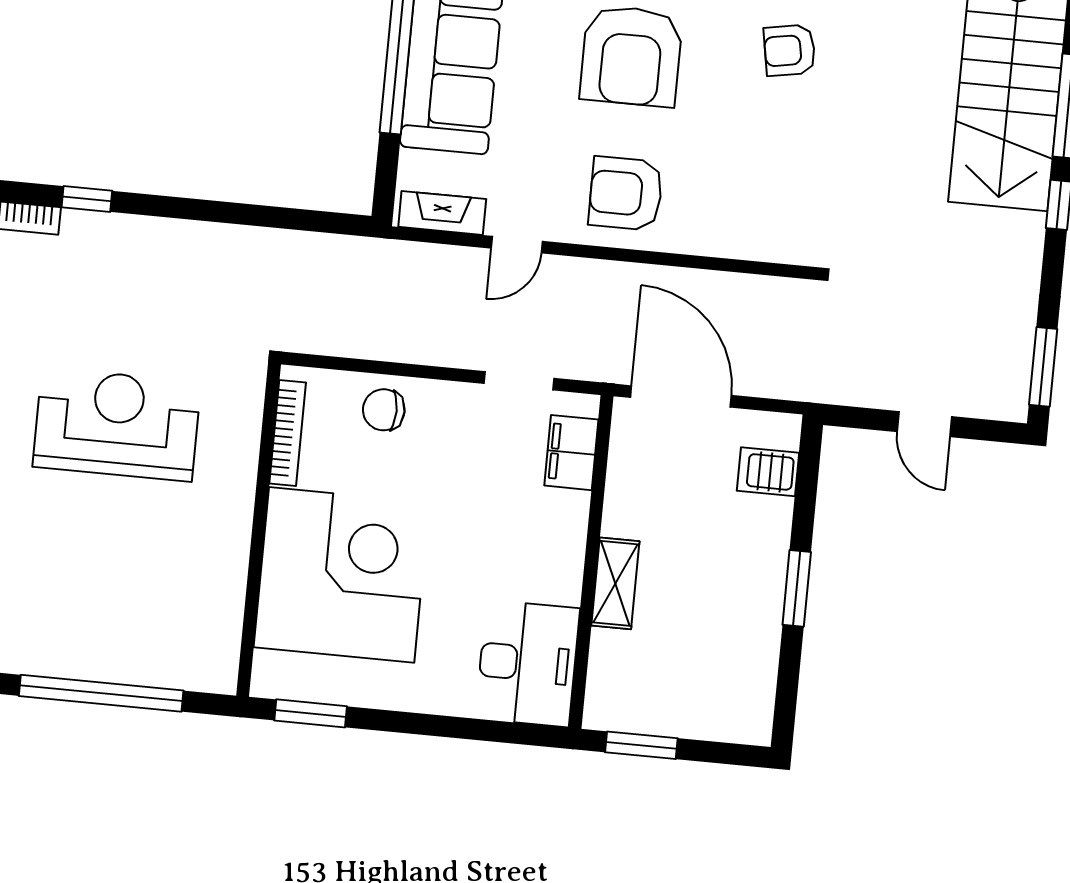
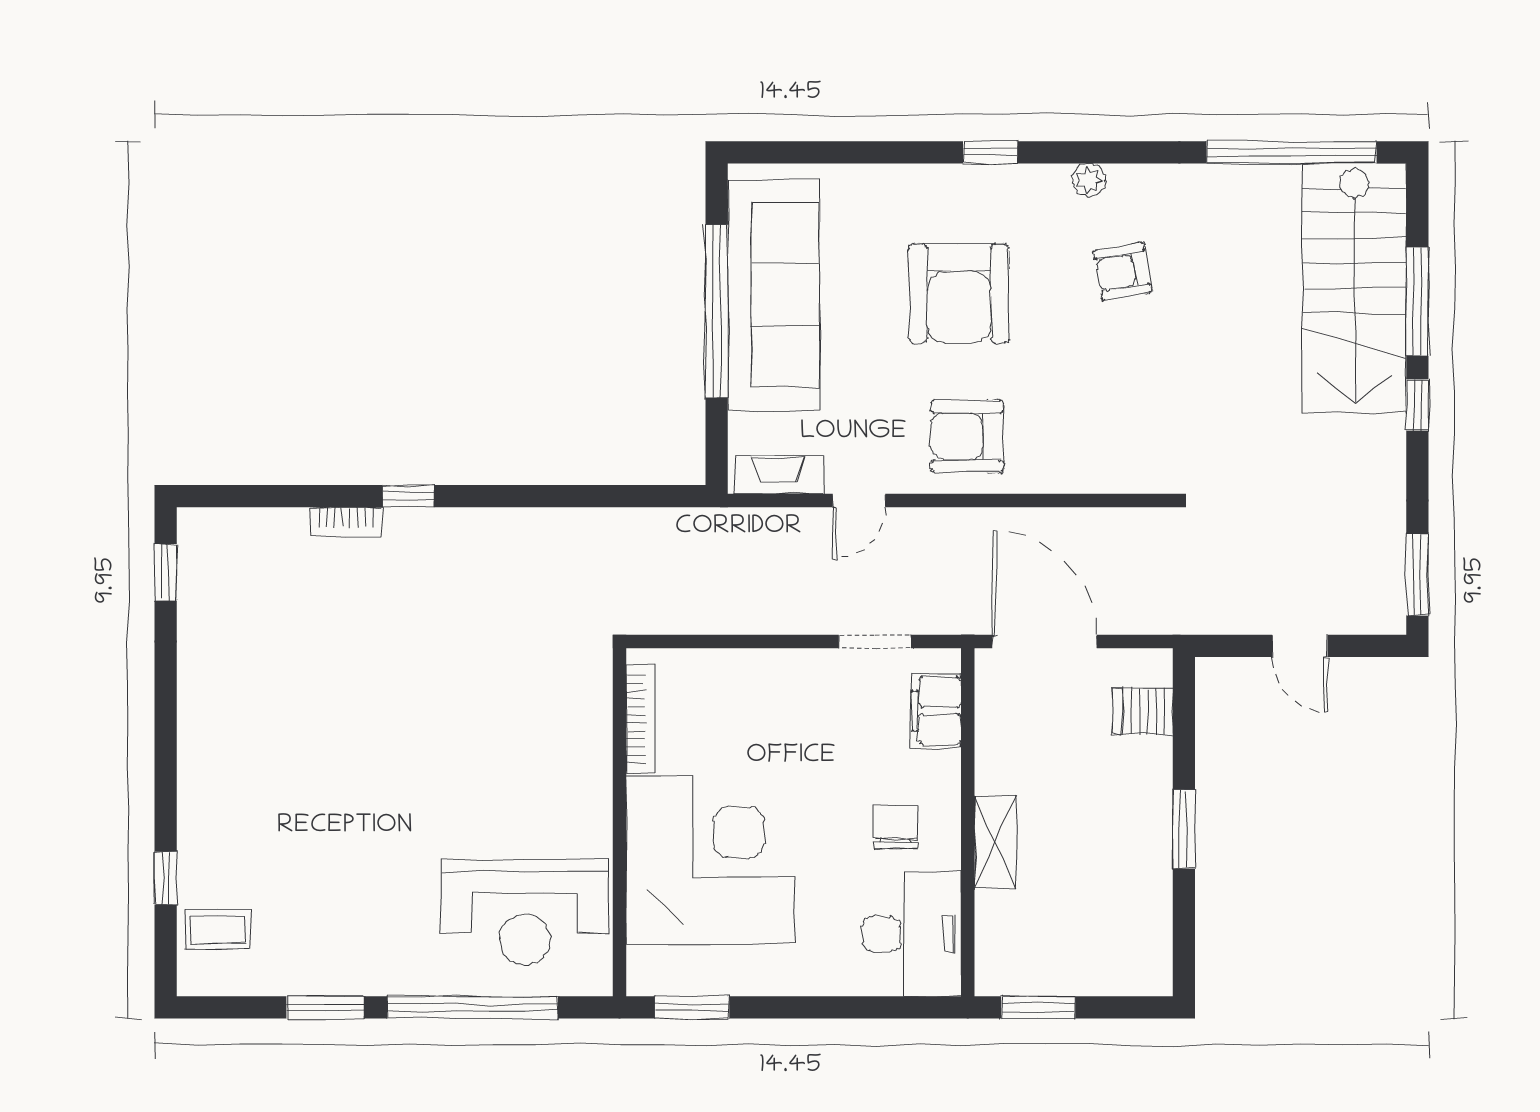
chair: (384, 410) -> (896, 828), moved, turned 90
reception desk: (117, 424) -> (525, 912), moved, turned 180

